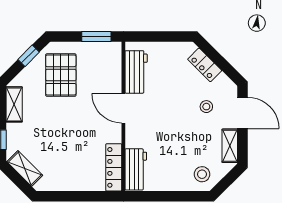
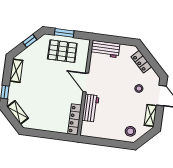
window: (96, 36) -> (64, 33), moved
workbench: (136, 72) -> (105, 49), moved, turned 90
pallet: (61, 75) -> (62, 51), moved, turned 90
workbench: (136, 169) -> (90, 108), moved

